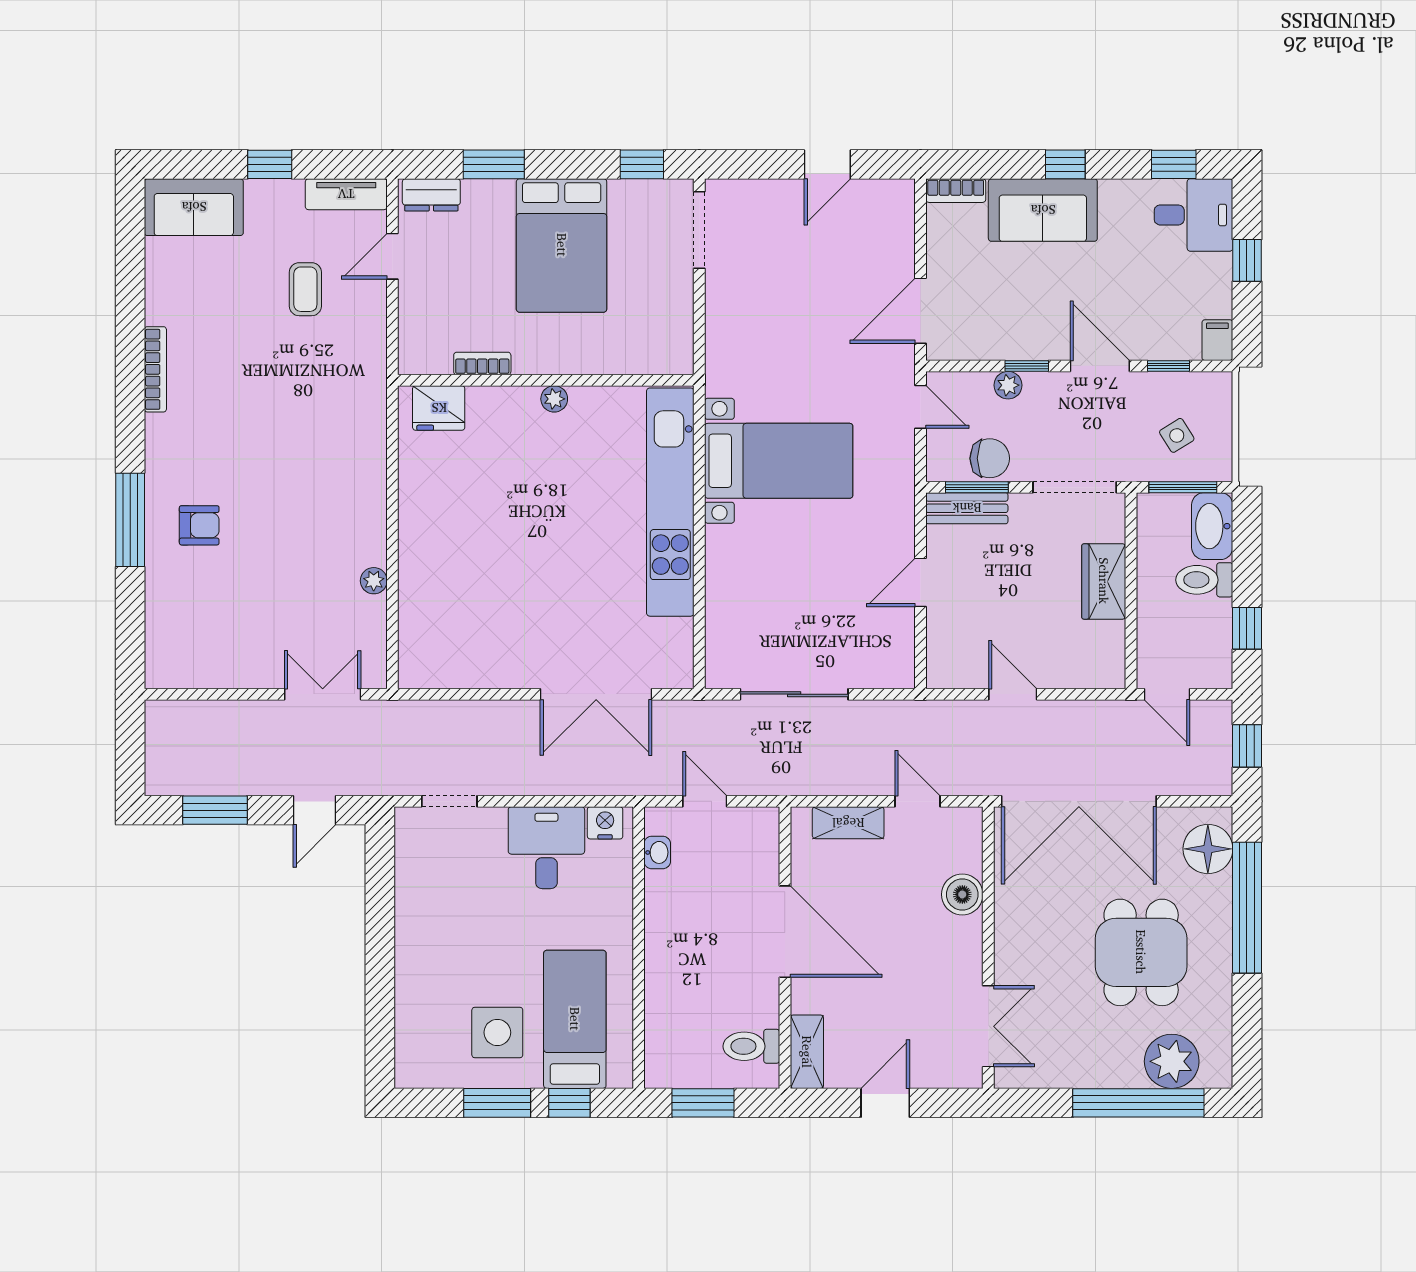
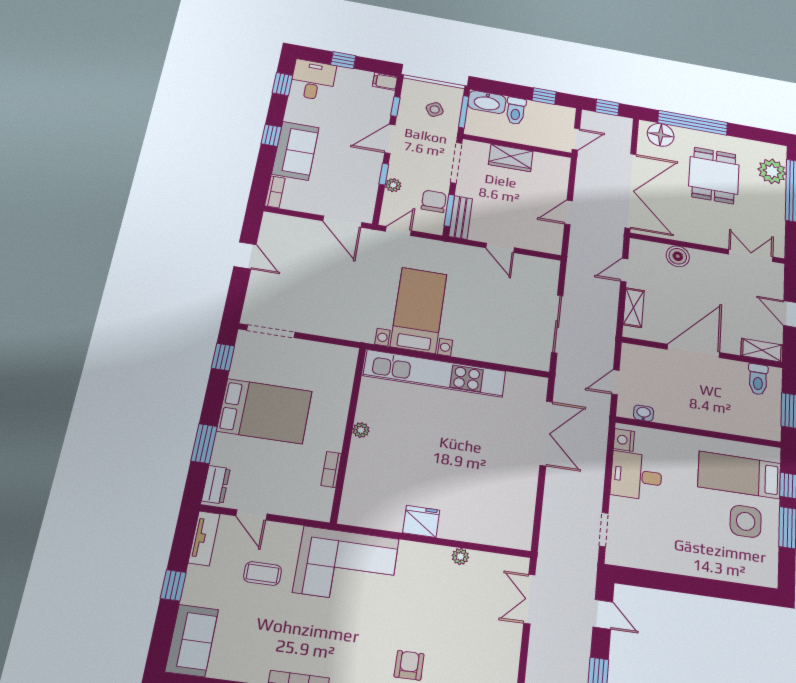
fridge: (439, 408) -> (421, 521), moved, turned -90
corner sofa: (335, 410) -> (346, 566), added
dining table: (1141, 952) -> (714, 175), turned 90

